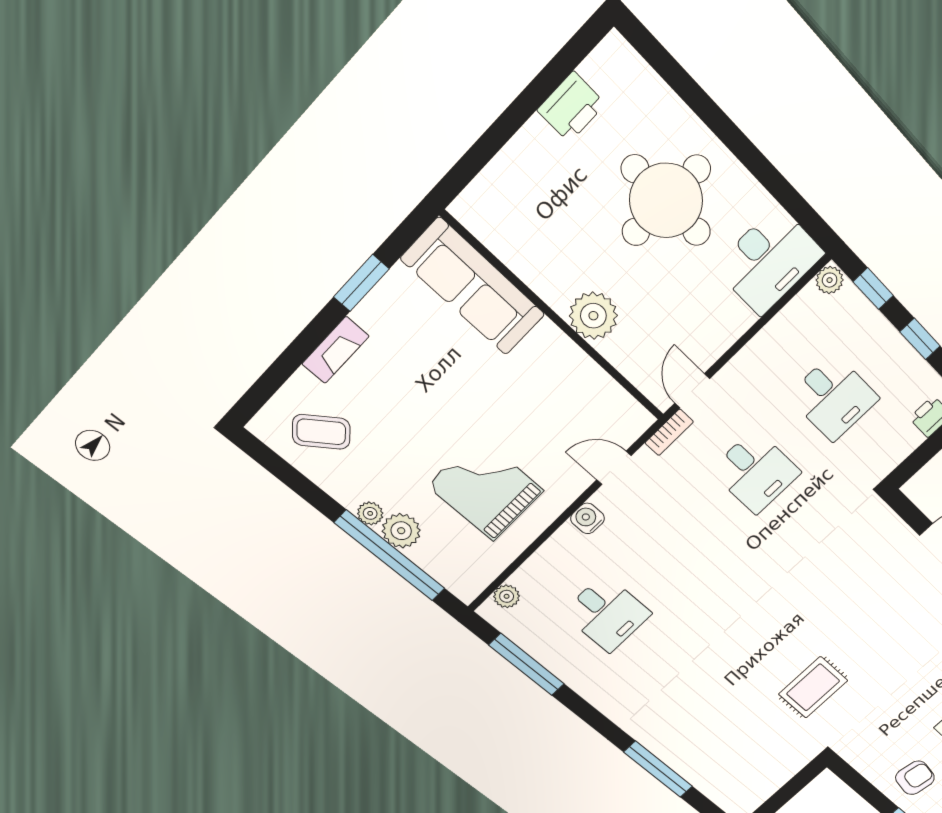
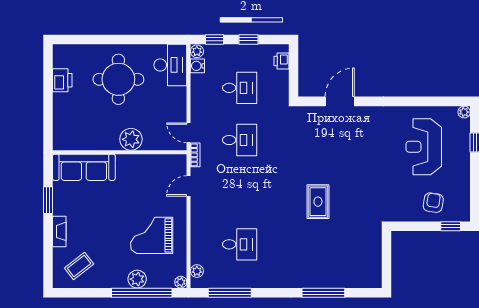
plant: (370, 513) -> (181, 282), moved
water cooler: (587, 518) -> (197, 66), moved
rug: (813, 687) -> (318, 202), moved

